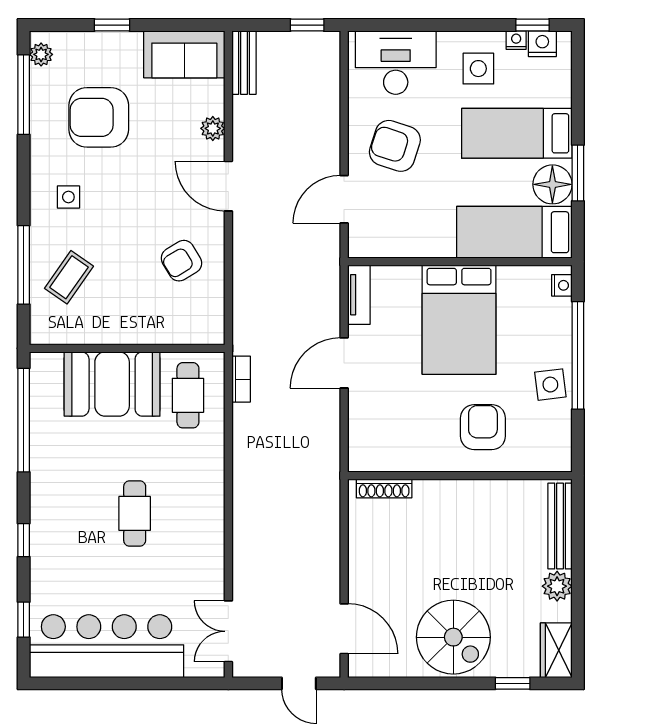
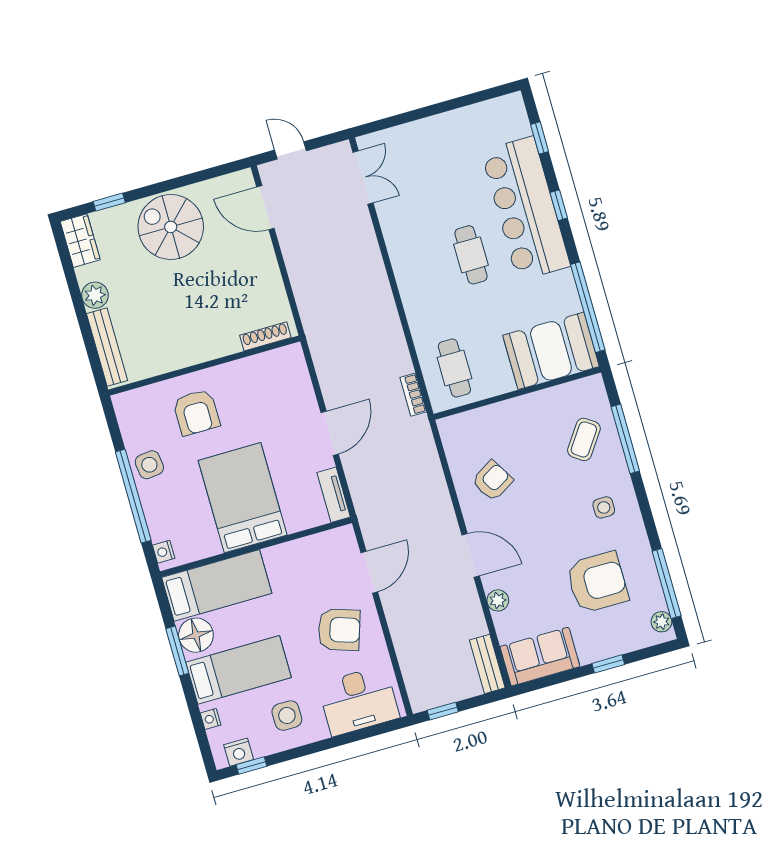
nightstand: (516, 40) -> (210, 719), moved, turned 90
booth: (112, 384) -> (551, 351), moved
bar counter: (107, 646) -> (526, 209), moved, turned 90

